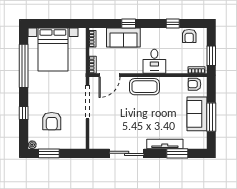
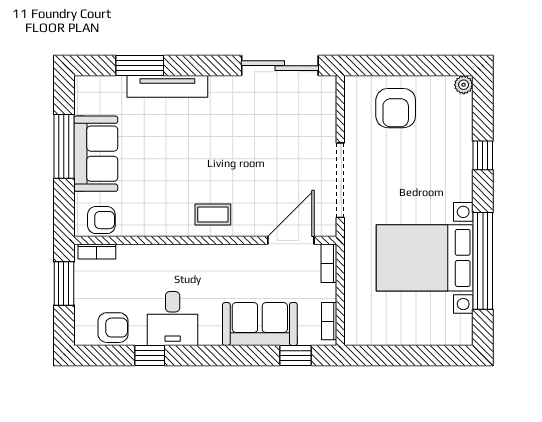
window: (129, 23) -> (295, 356), moved
armchair: (189, 36) -> (113, 328), turned 90
bed with nightstands: (53, 50) -> (425, 258), moved, turned -90
desk: (154, 61) -> (173, 319), moved, turned 180
coffee table: (144, 87) -> (213, 214), width x0.54, depth x0.58
armchair: (52, 121) -> (396, 108), moved, turned 180
window: (49, 153) -> (426, 66), removed
sliding door: (127, 153) -> (280, 66), moved

